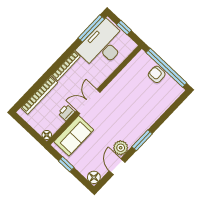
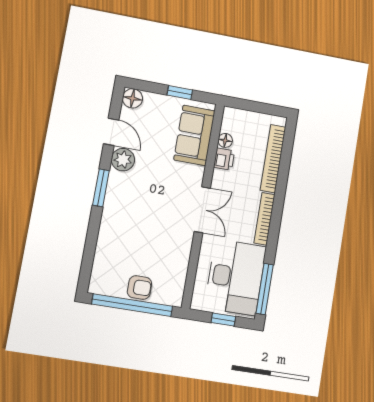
double door: (88, 101) -> (202, 210), moved
floor lamp: (47, 135) -> (225, 140), moved

